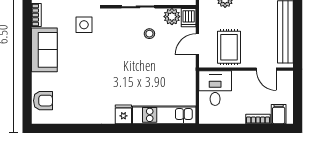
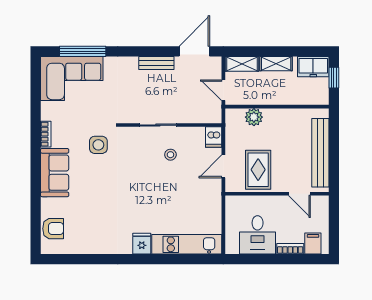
plant: (172, 17) -> (195, 136), removed
desk: (215, 88) -> (258, 235), moved, turned 180

